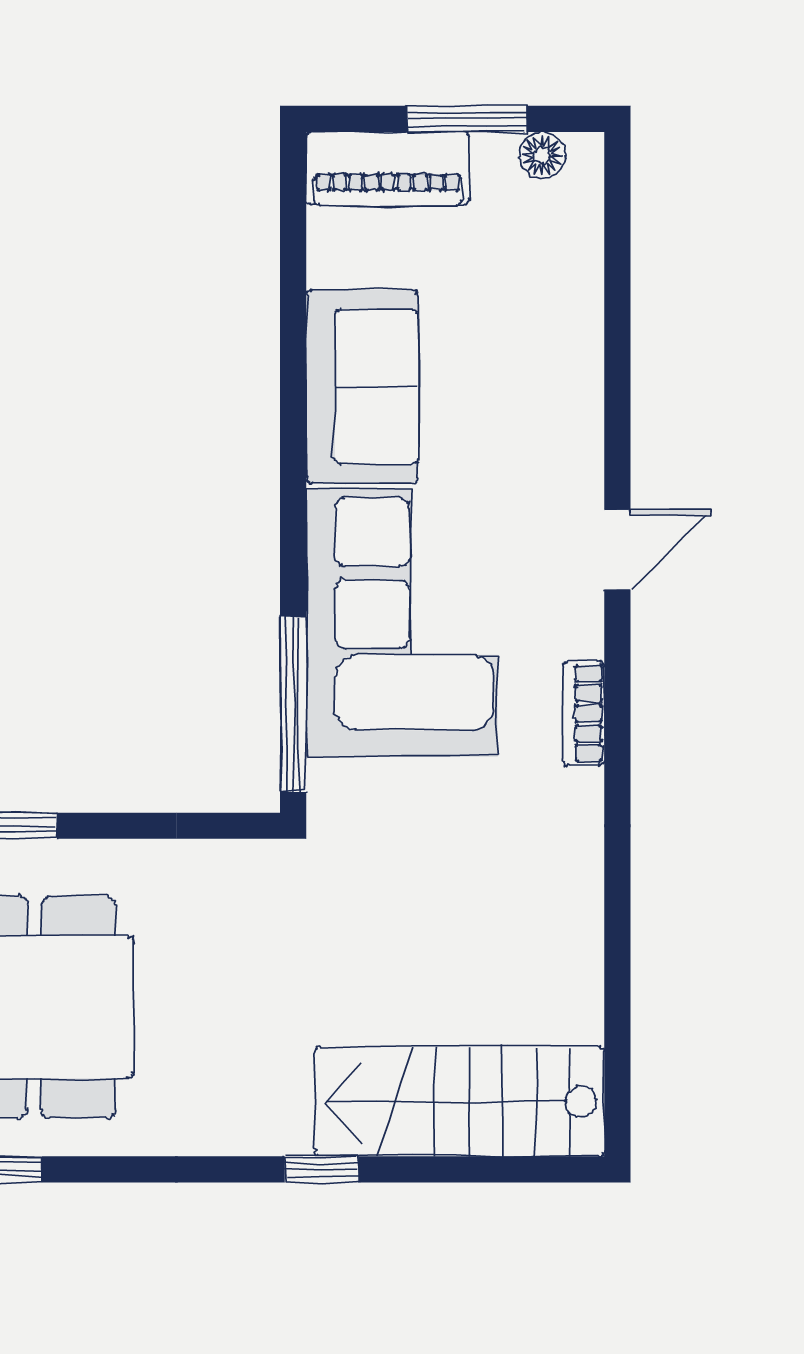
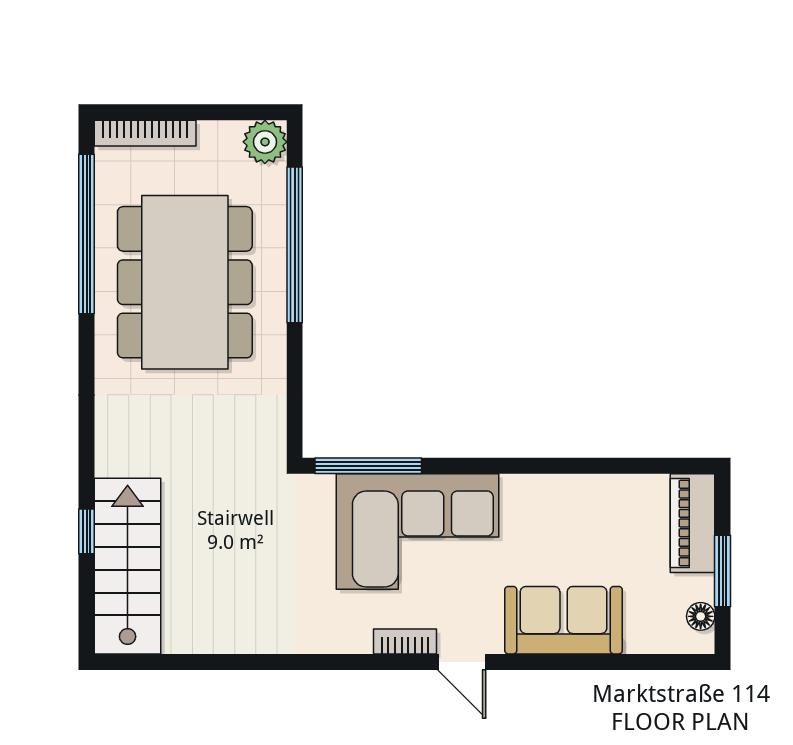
sofa: (362, 387) -> (564, 620), moved, turned 180
bookcase: (584, 713) -> (405, 642), moved
window: (321, 1169) -> (87, 531), moved

